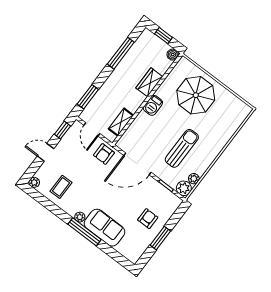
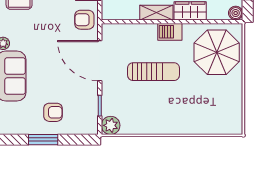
parasol: (196, 95) -> (217, 52), moved
shelving: (121, 122) -> (156, 13), moved
sun lounger: (182, 148) -> (154, 72), moved
plant: (194, 179) -> (128, 128), removed

